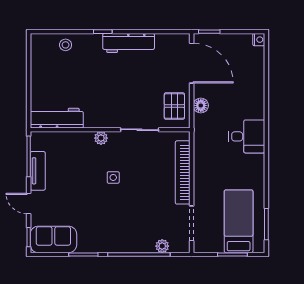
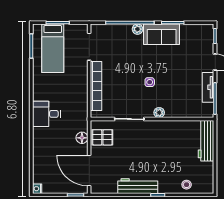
pallet: (174, 106) -> (102, 137), turned 90
workbench: (57, 118) -> (206, 141), moved, turned 90
sofa: (53, 239) -> (162, 34), moved
plant: (162, 246) -> (137, 29), moved

